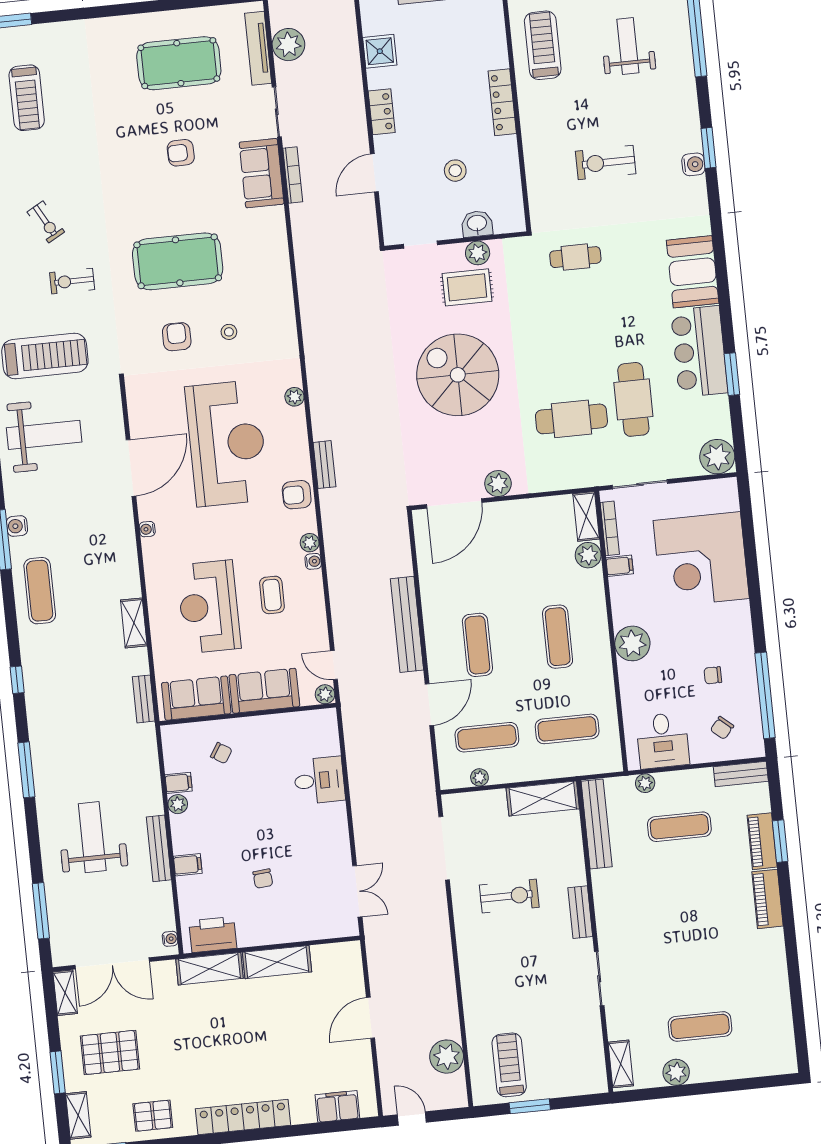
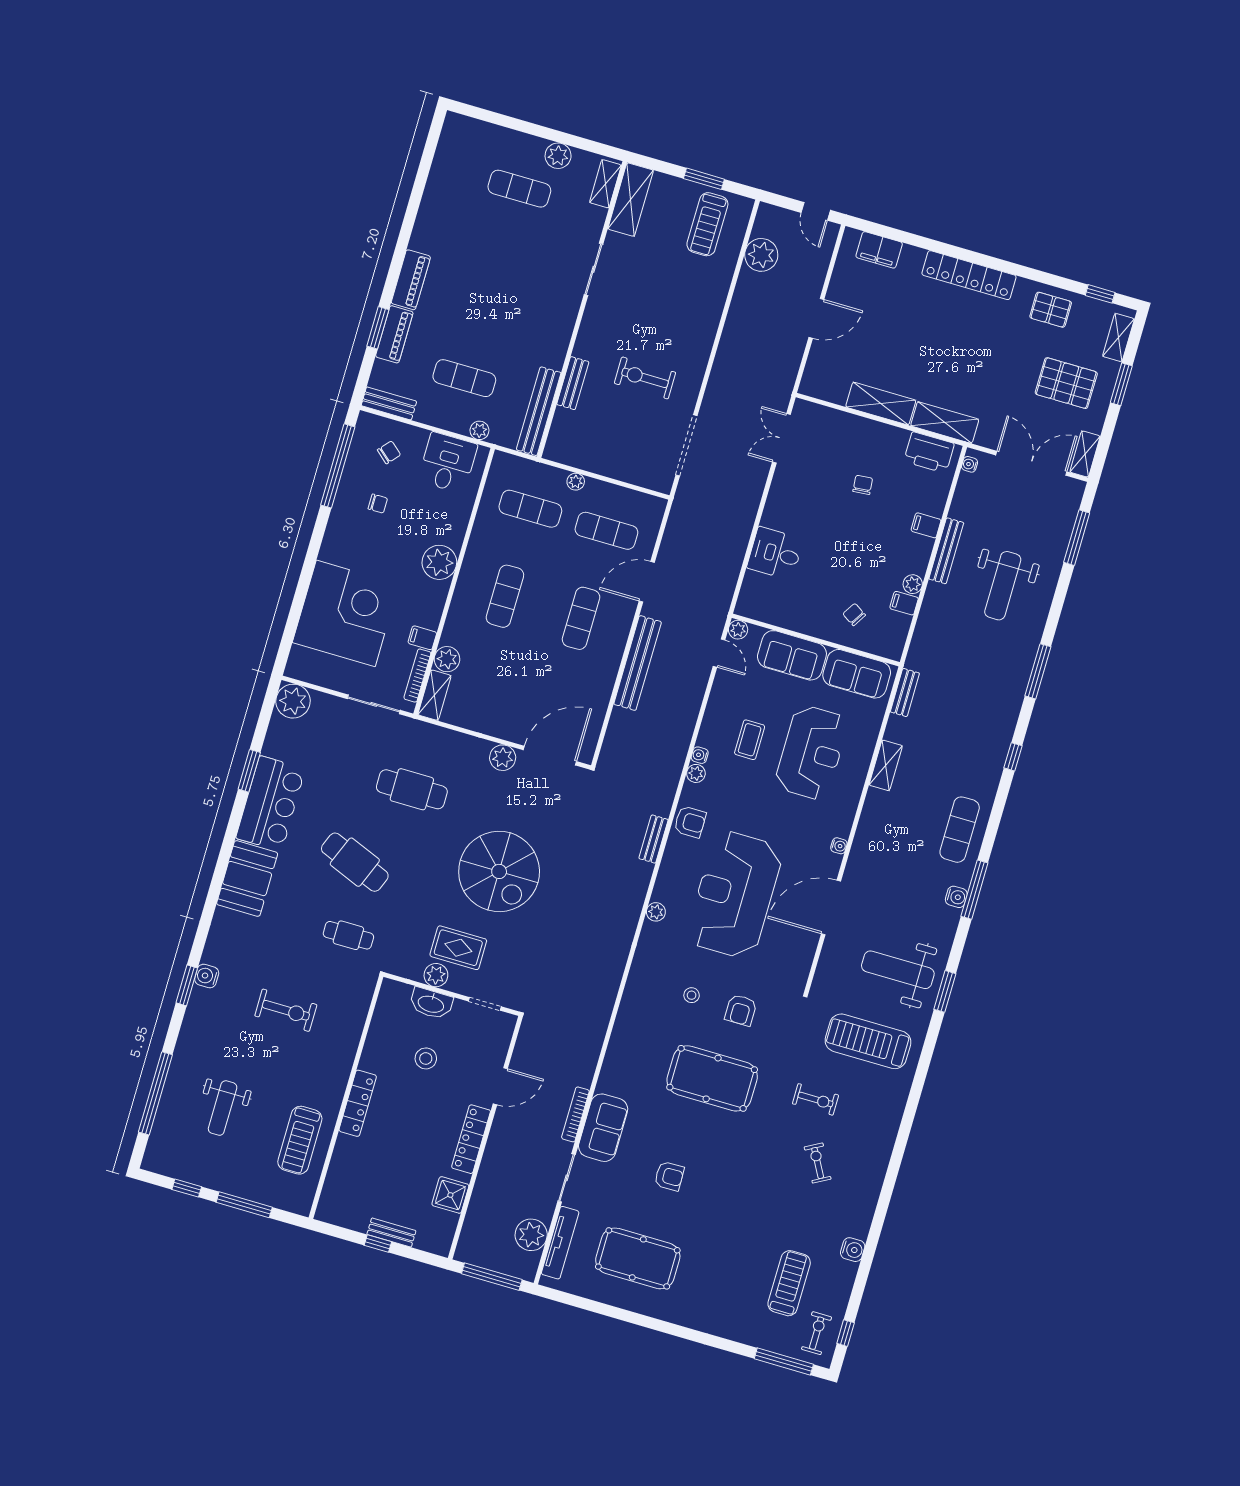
locker: (382, 112) -> (471, 1139), width x1.53
washbasin: (477, 224) -> (431, 1003), width x1.38
cafe table: (633, 399) -> (355, 862), moved, turned -68
plant: (479, 777) -> (576, 482), moved
shelving: (543, 798) -> (631, 200), moved, turned 90
bench: (580, 912) -> (573, 383), moved

